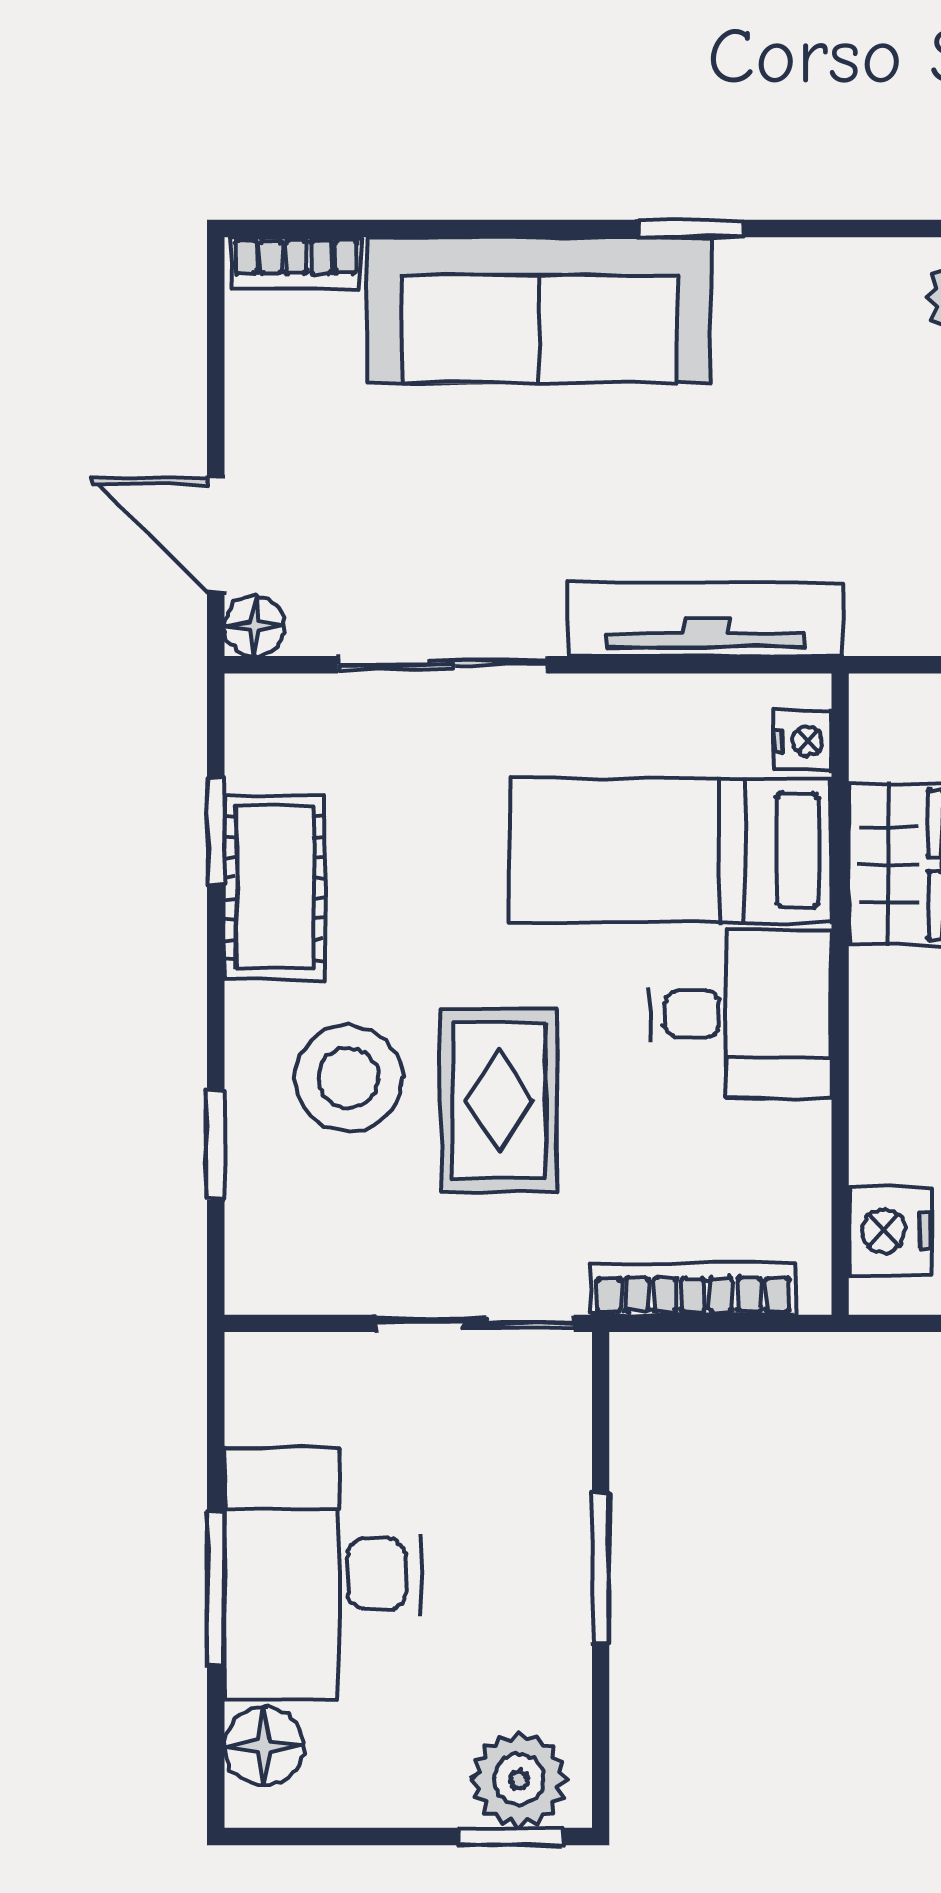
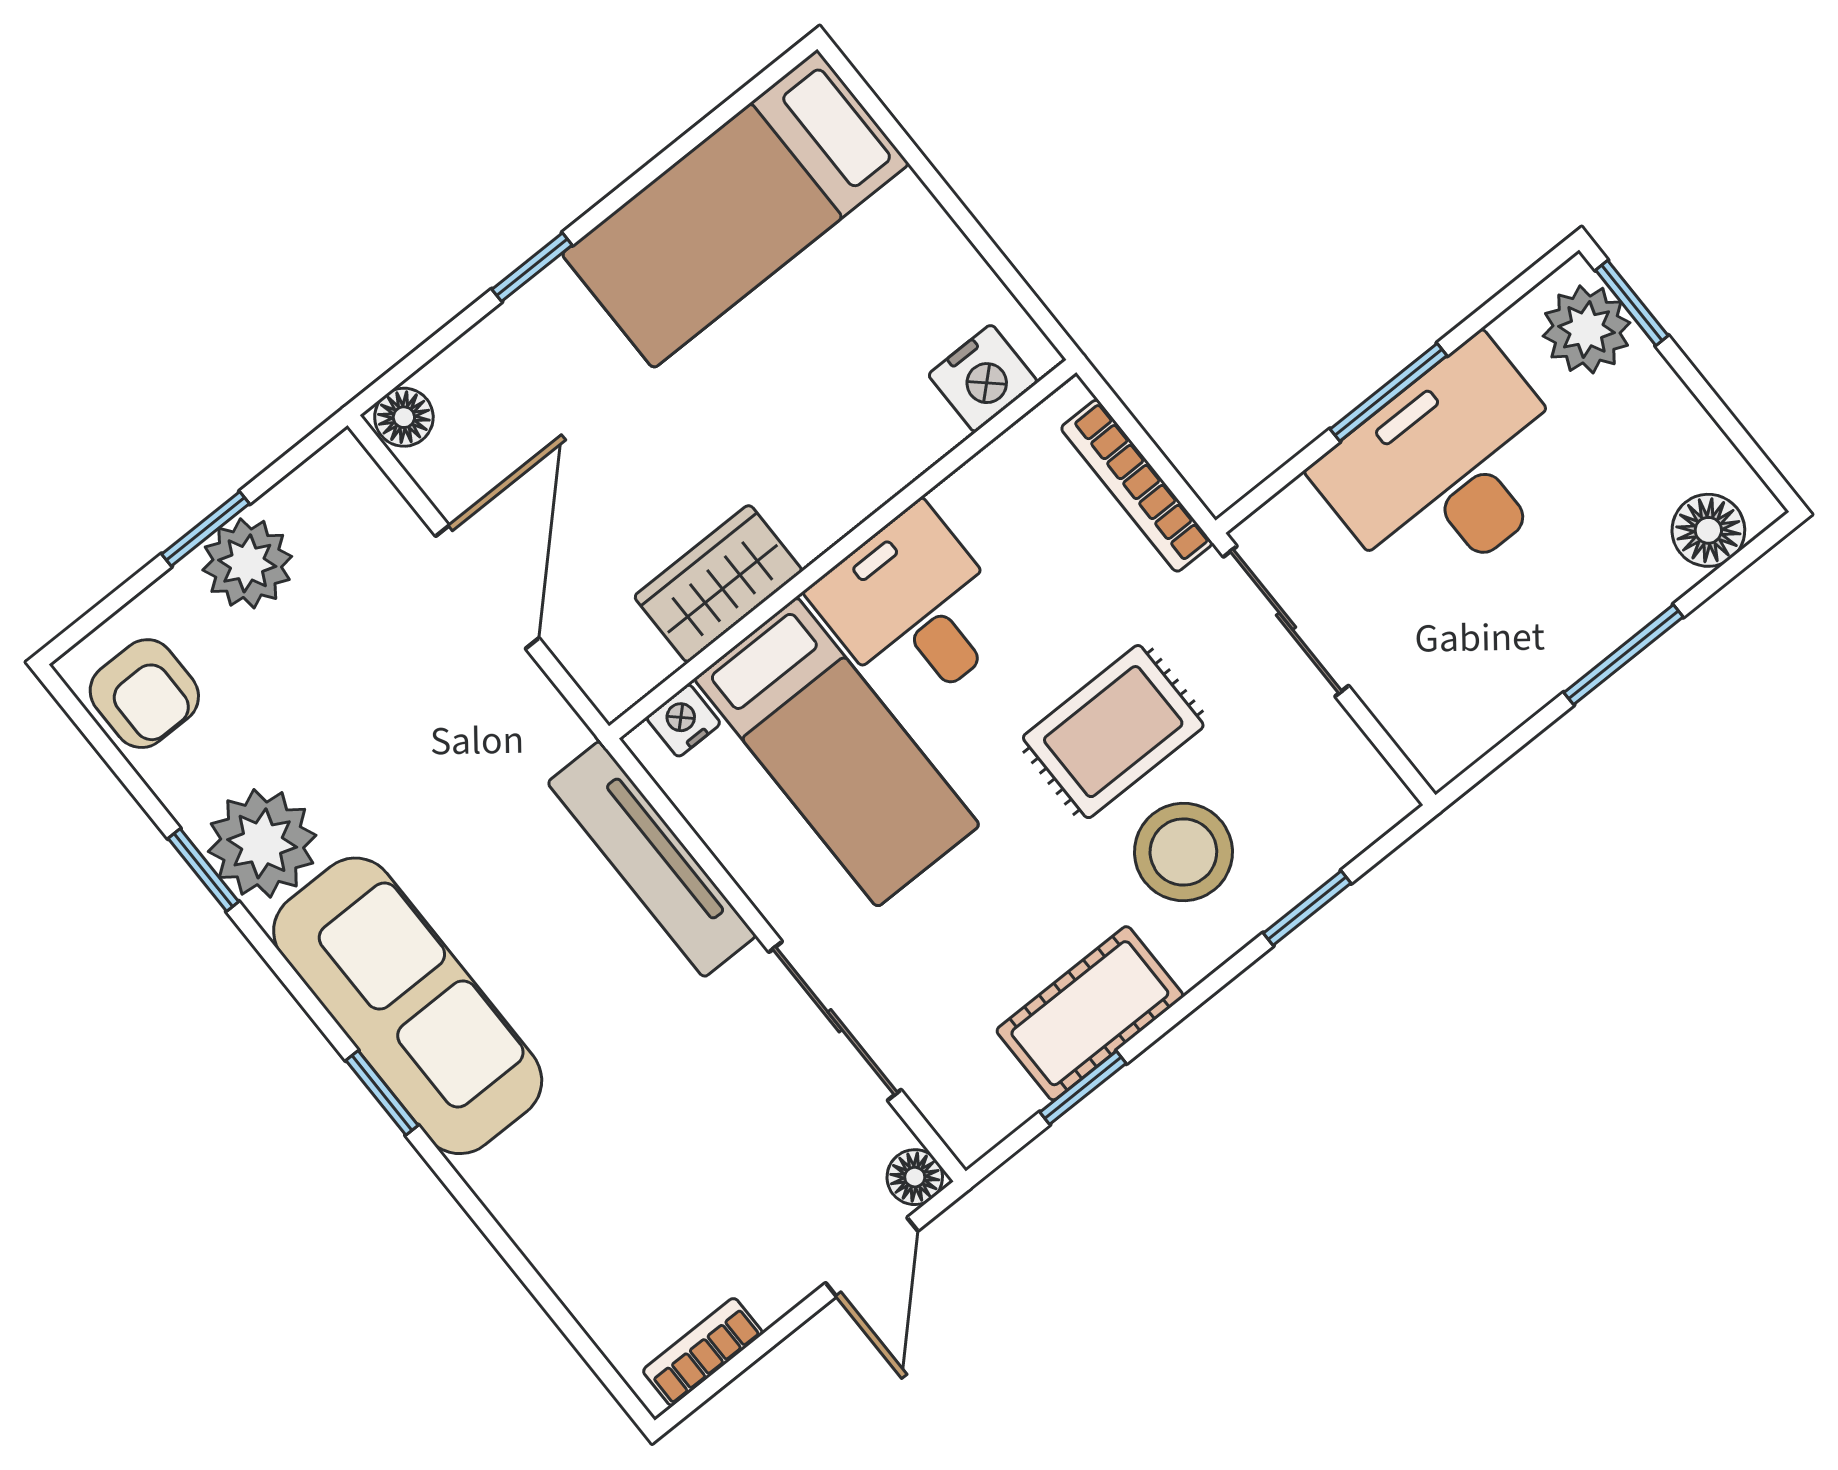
bookcase: (296, 263) -> (703, 1352), moved, turned -90
sofa: (539, 310) -> (408, 1006), moved
desk: (323, 1574) -> (1449, 470), moved, turned 180

